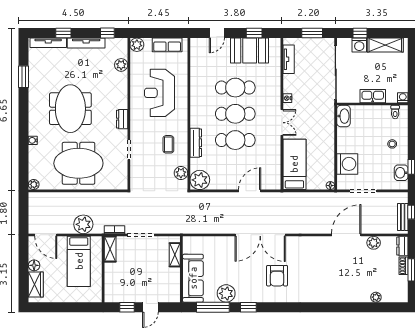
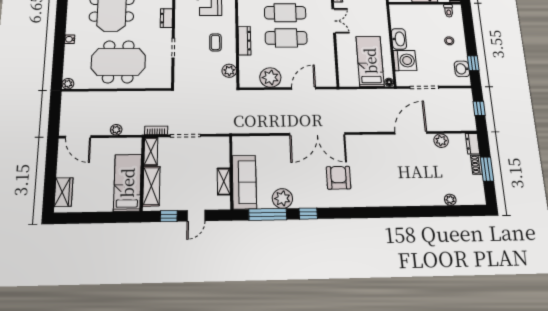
washbasin: (344, 116) -> (399, 39), moved
bed: (294, 164) -> (370, 61), moved
plant: (200, 180) -> (270, 77), moved
bench: (403, 217) -> (469, 113), removed
plant: (83, 224) -> (116, 130), width x0.53, depth x0.53
shelving: (175, 255) -> (224, 181), moved
bed: (79, 261) -> (127, 183), moved, turned 180
floor lamp: (34, 265) -> (63, 171), removed
armchair: (277, 276) -> (339, 178), turned 180
shelving: (111, 281) -> (151, 186), added

